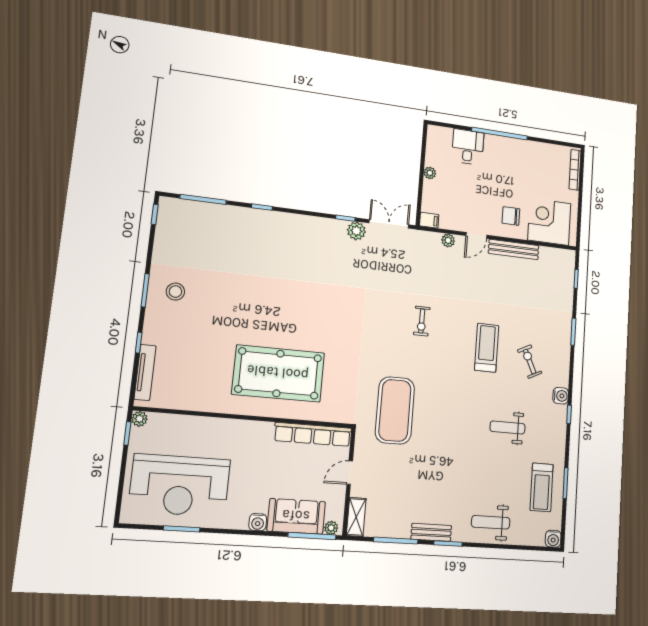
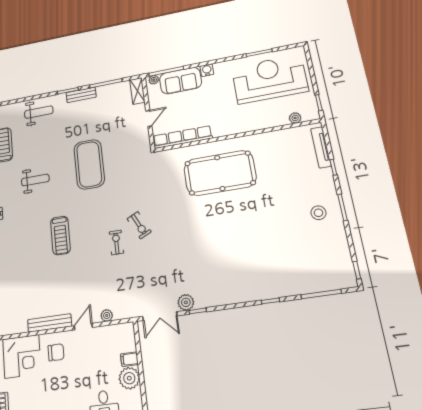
plant: (430, 173) -> (129, 378), width x1.88, depth x1.88
filing cabinet: (429, 220) -> (129, 359), moved
exercise bike: (530, 362) -> (139, 225), moved
exercise mat: (395, 410) -> (89, 164), moved
plant: (139, 419) -> (295, 118), moved

